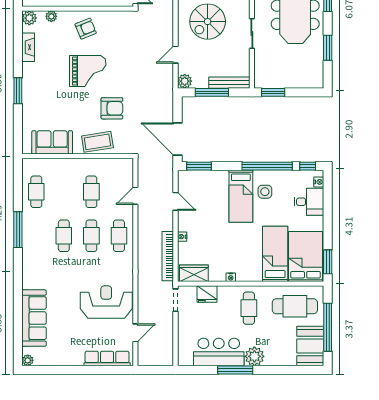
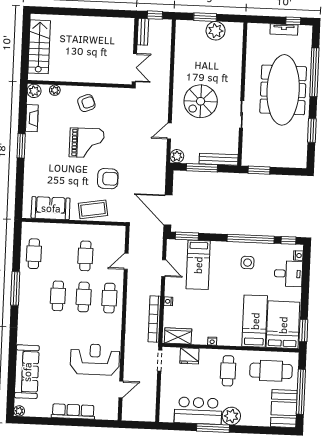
window: (18, 91) -> (21, 146), moved
bed: (241, 196) -> (198, 265), moved
row of seats: (107, 359) -> (73, 411), moved

